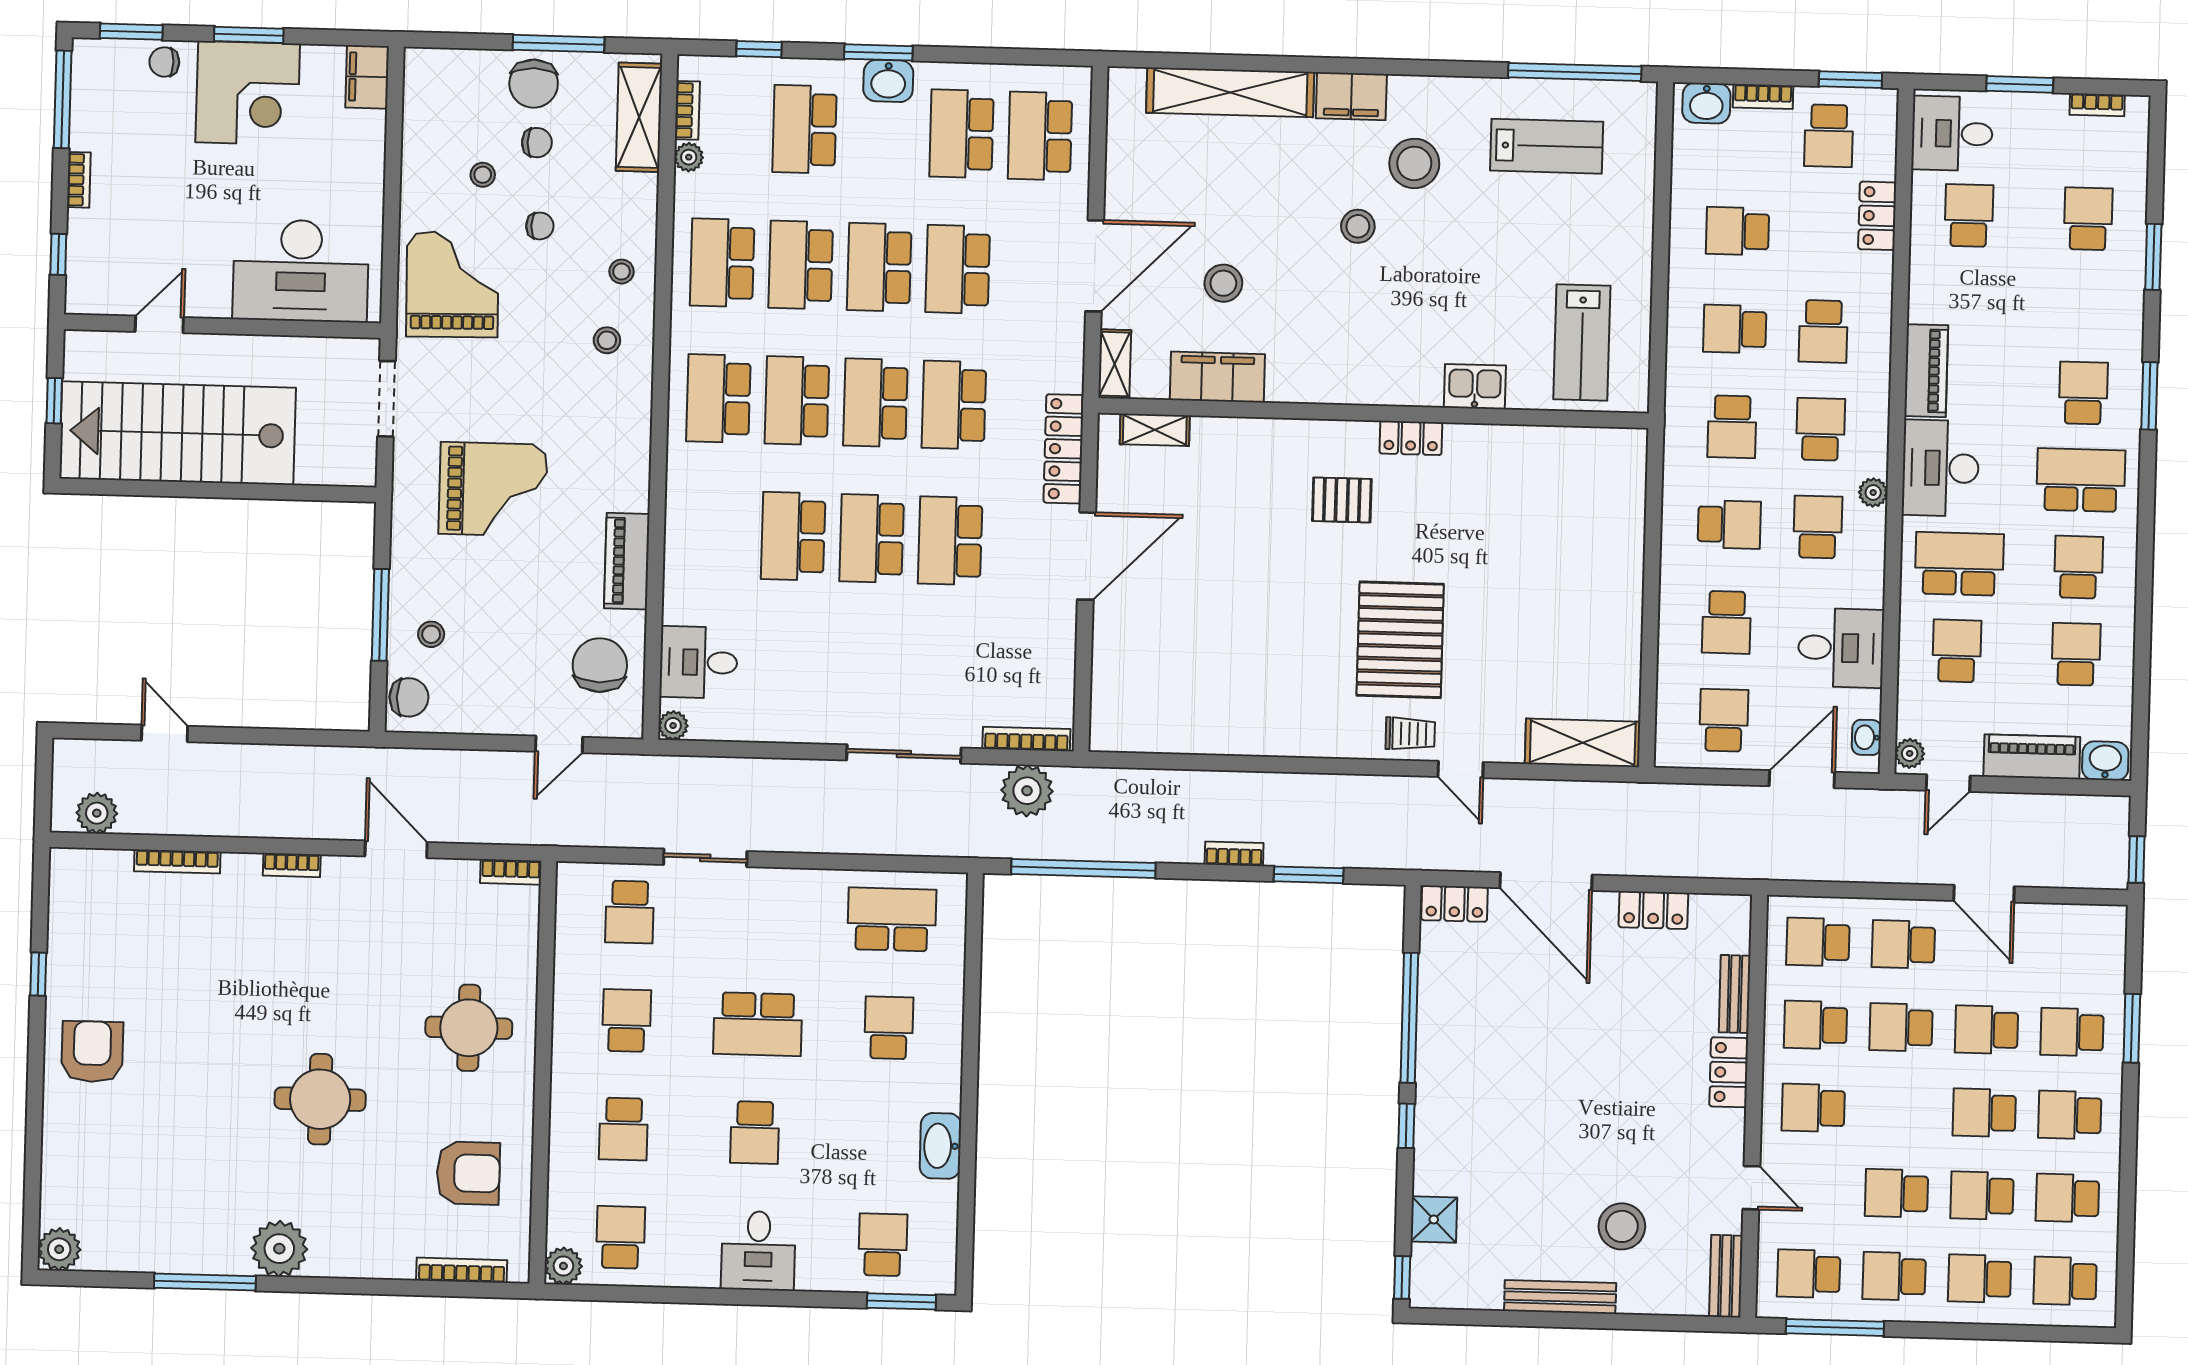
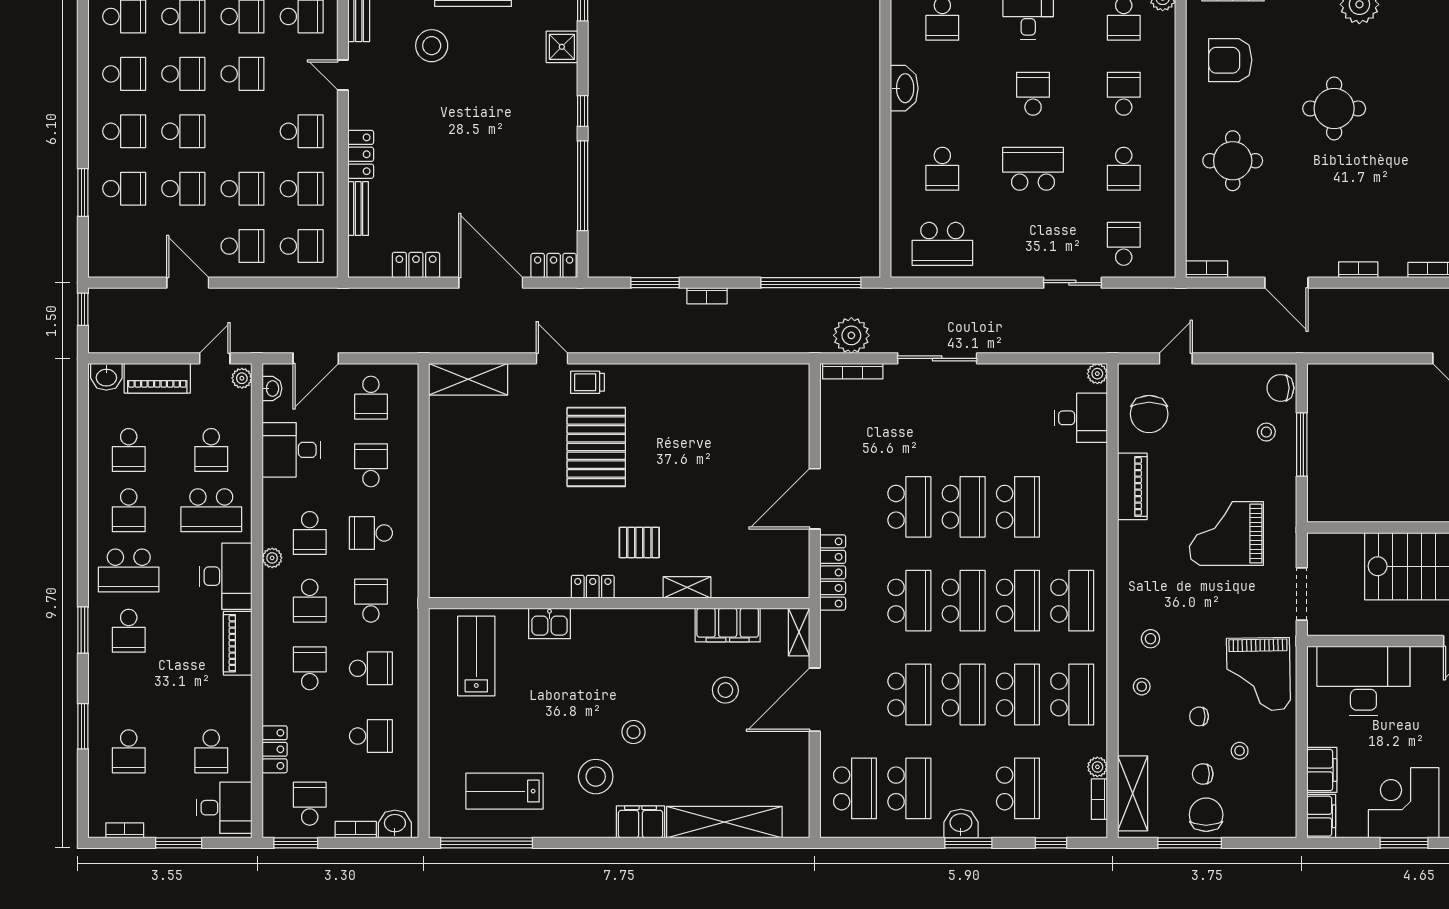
filing cabinet: (365, 144) -> (1322, 770), added
shelving: (1155, 430) -> (687, 587), moved

